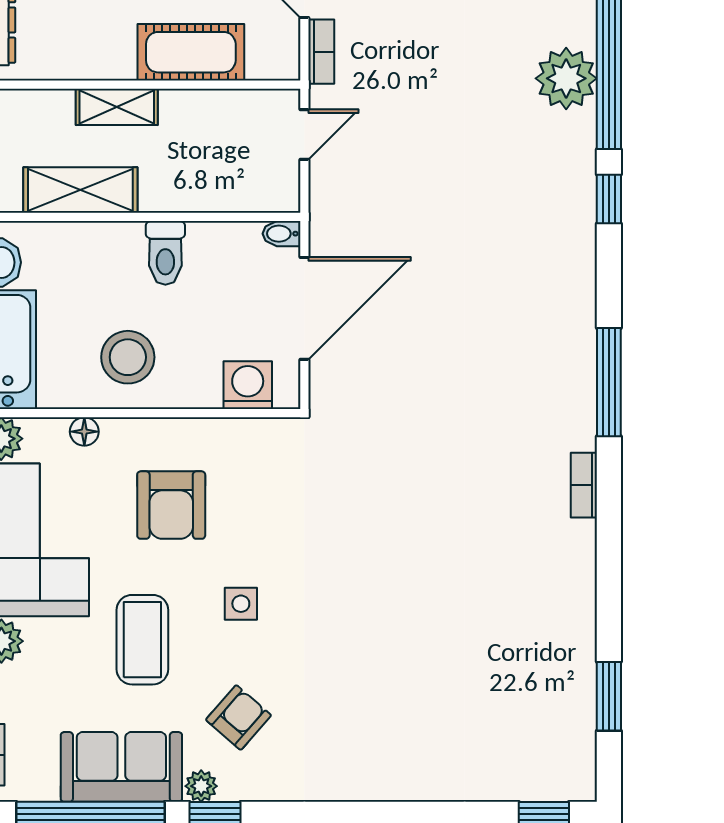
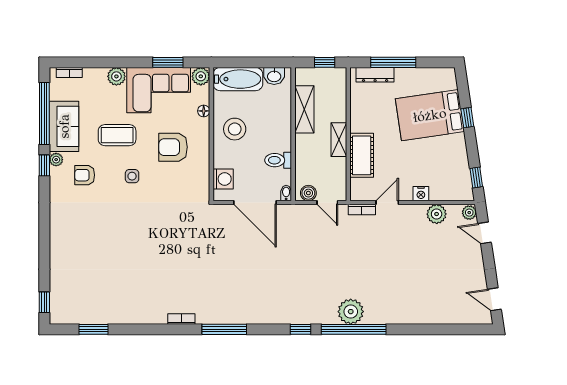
shelving: (117, 107) -> (339, 140), moved
boiler: (282, 180) -> (308, 193), added
toilet: (165, 253) -> (278, 160), moved
armchair: (239, 717) -> (85, 175), turned 139

